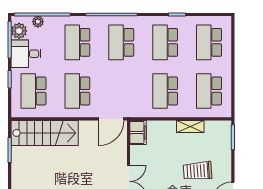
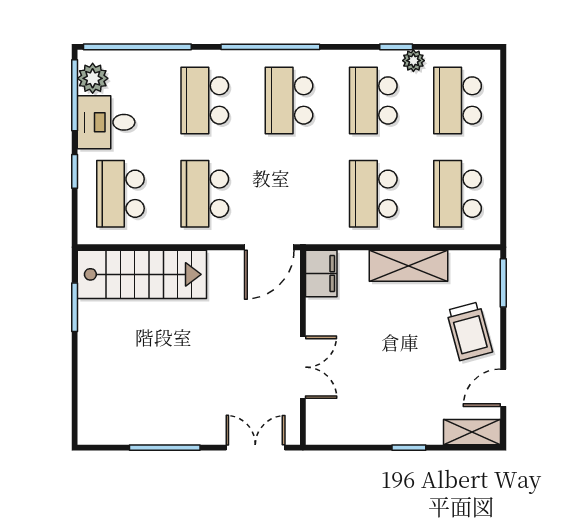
plant: (38, 22) -> (413, 61), moved
shelving: (190, 126) -> (408, 266), width x1.50, depth x1.33
trolley: (198, 171) -> (469, 331), moved, turned -101

